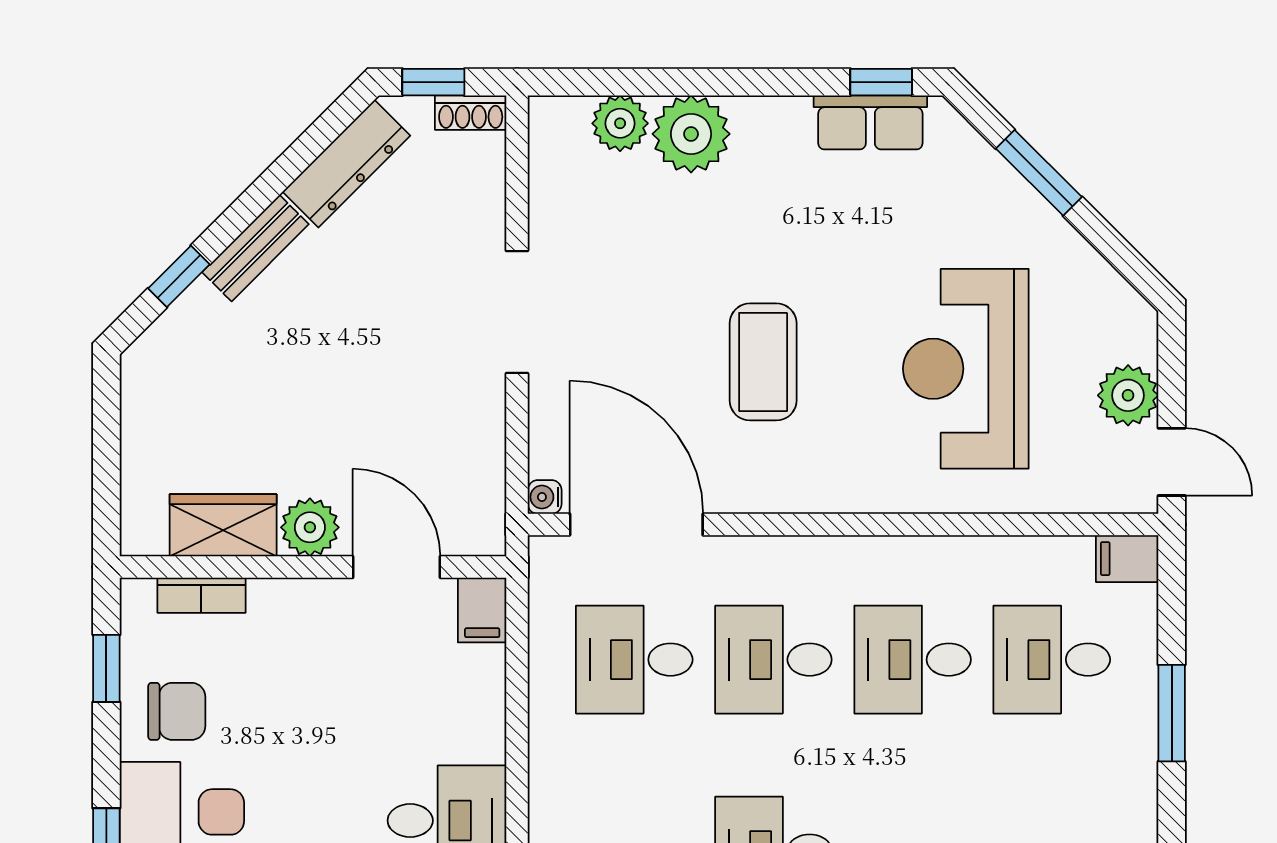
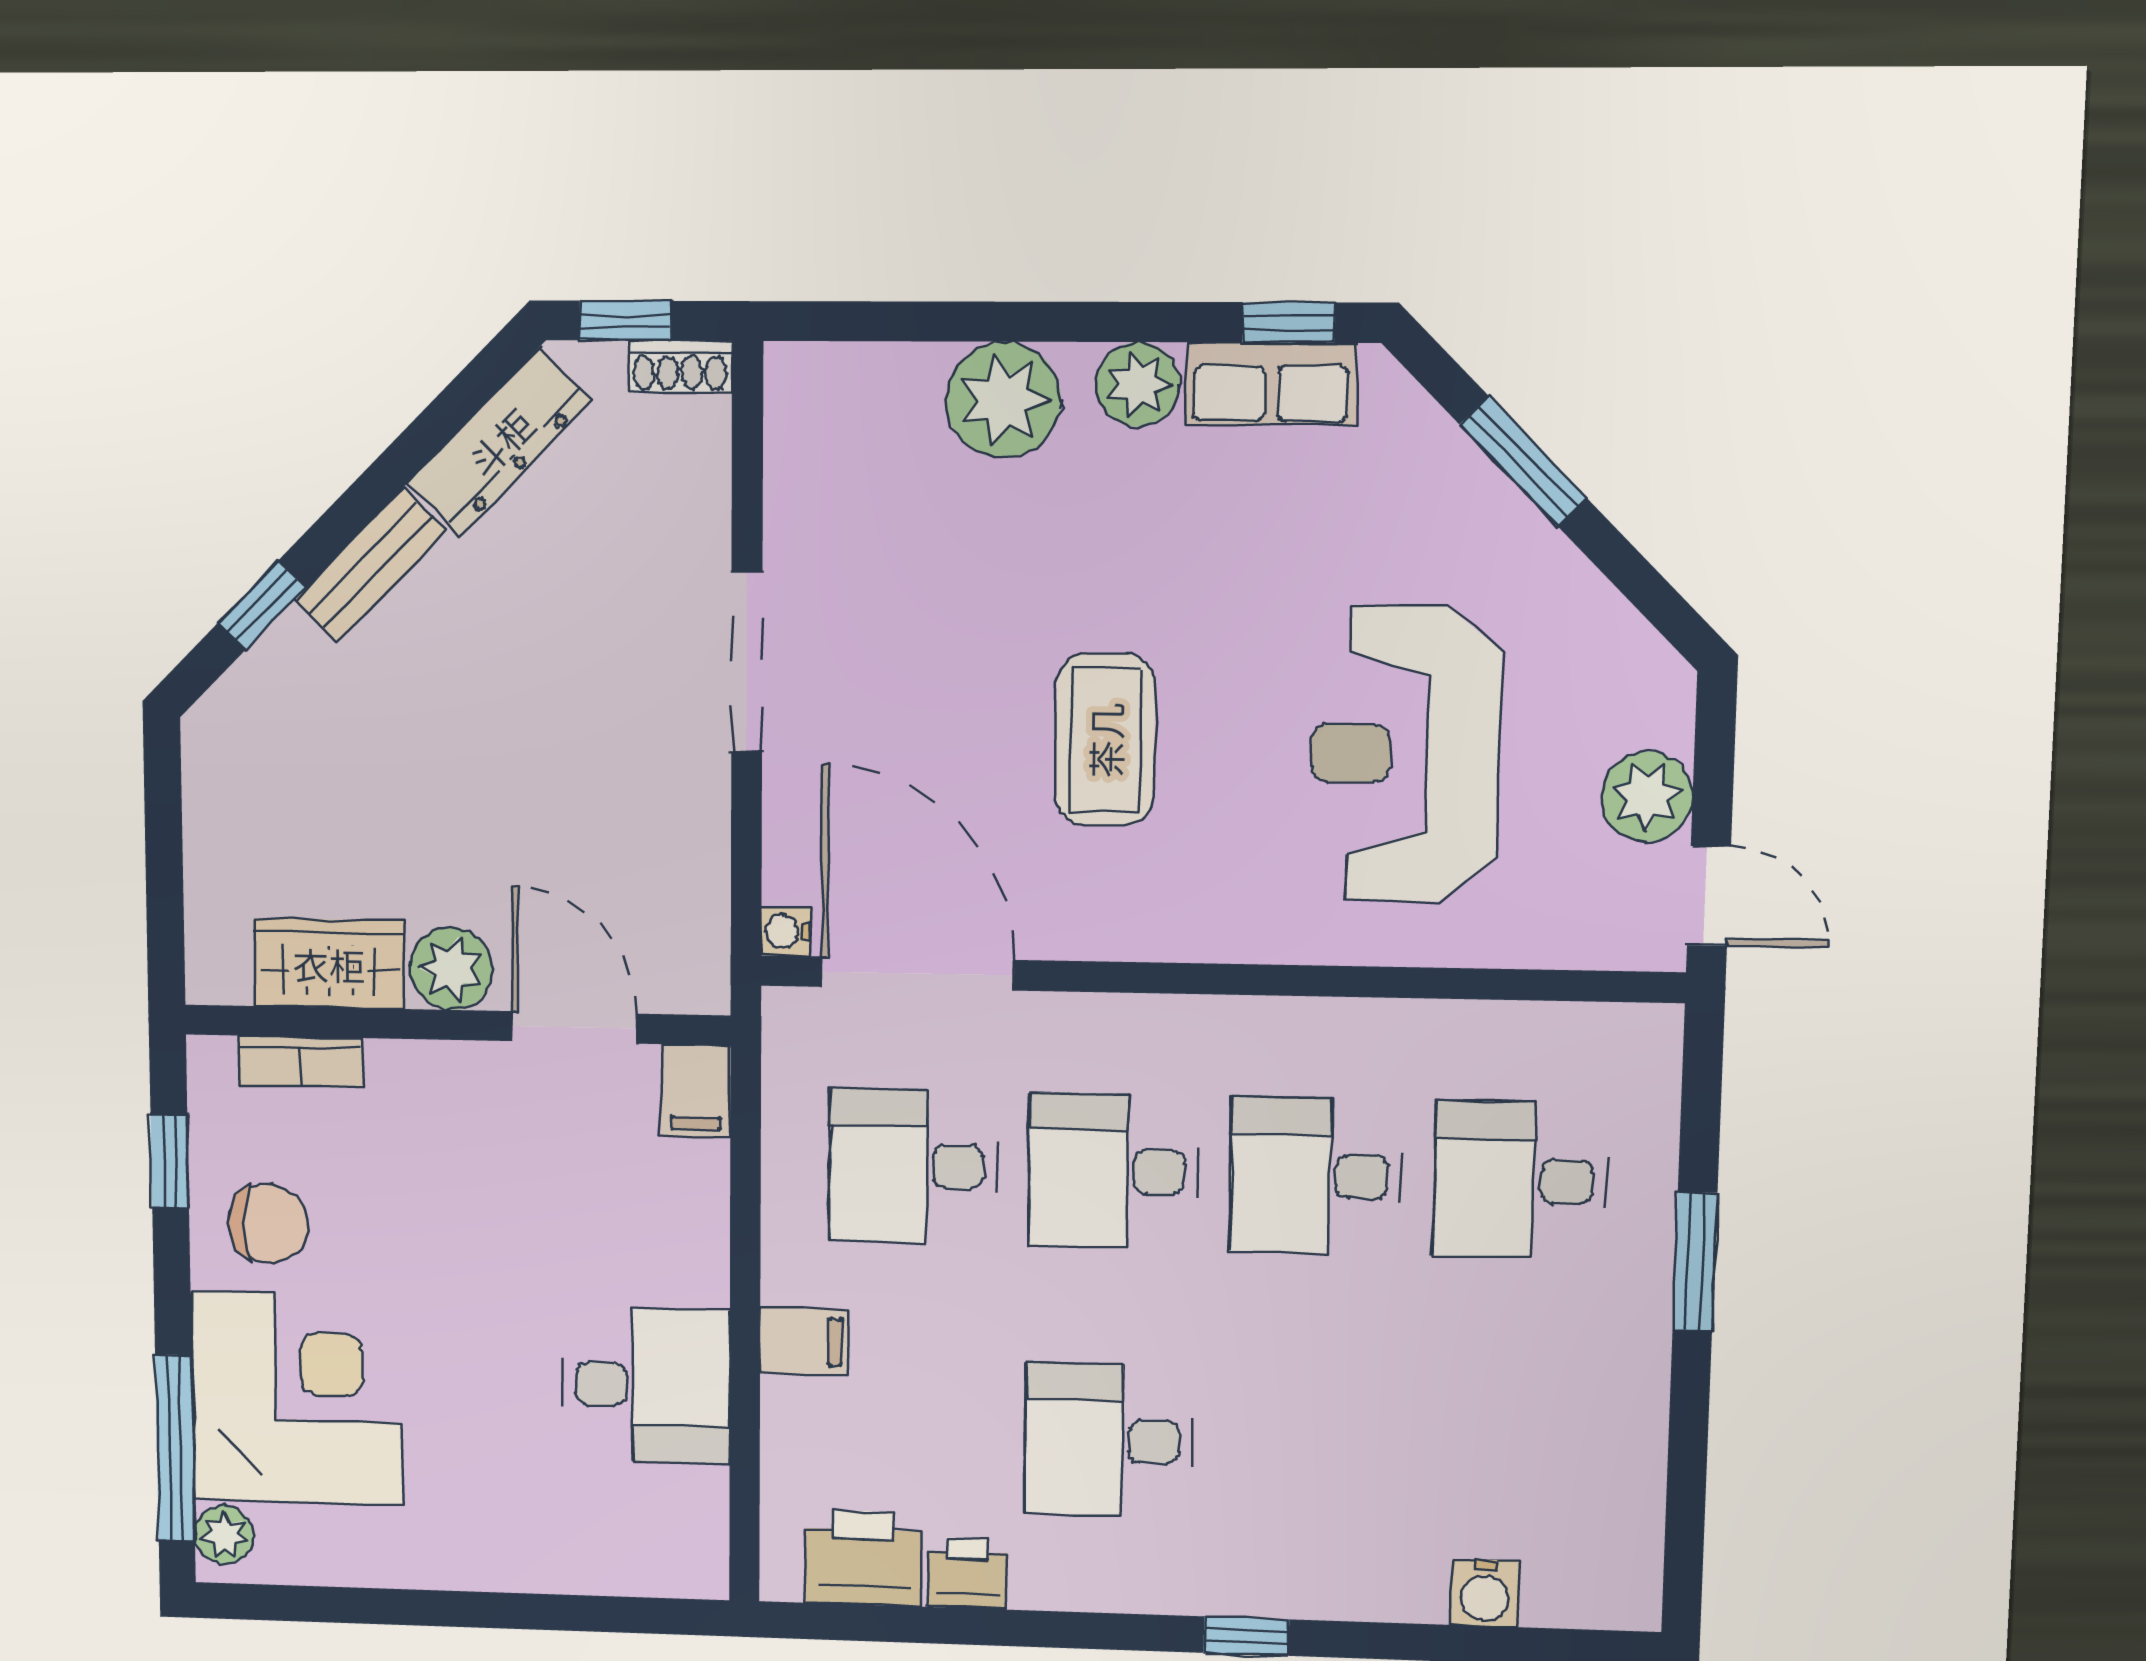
plant: (620, 123) -> (1138, 384), moved
filing cabinet: (1127, 559) -> (804, 1341), moved, turned 180

